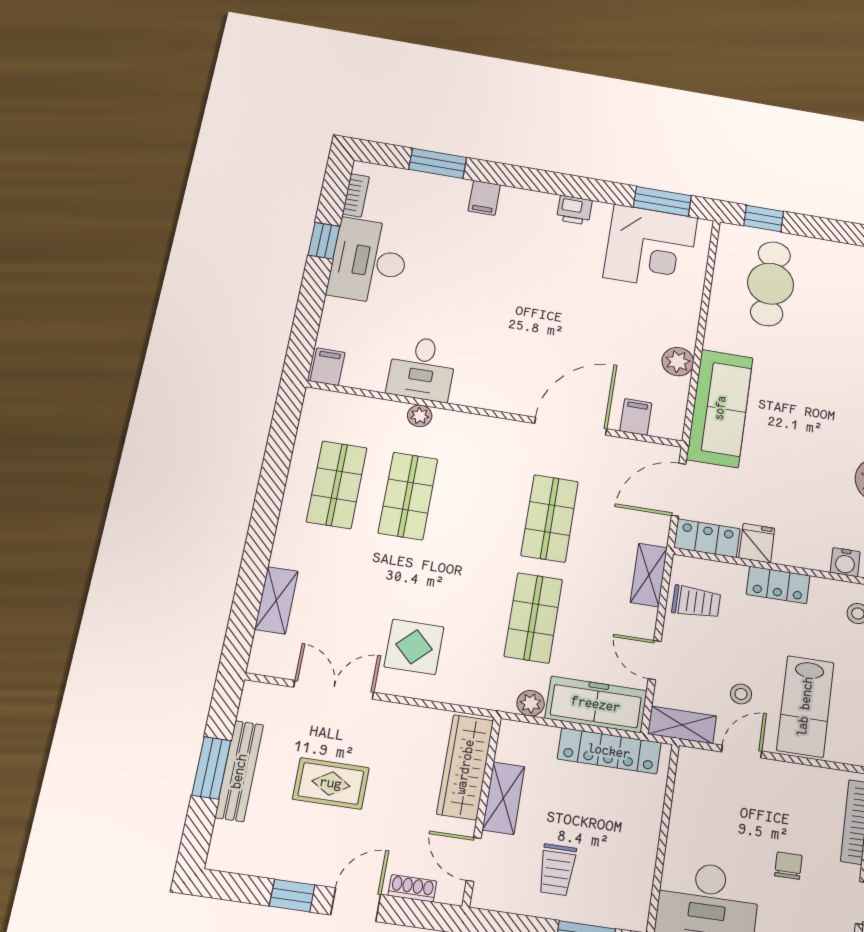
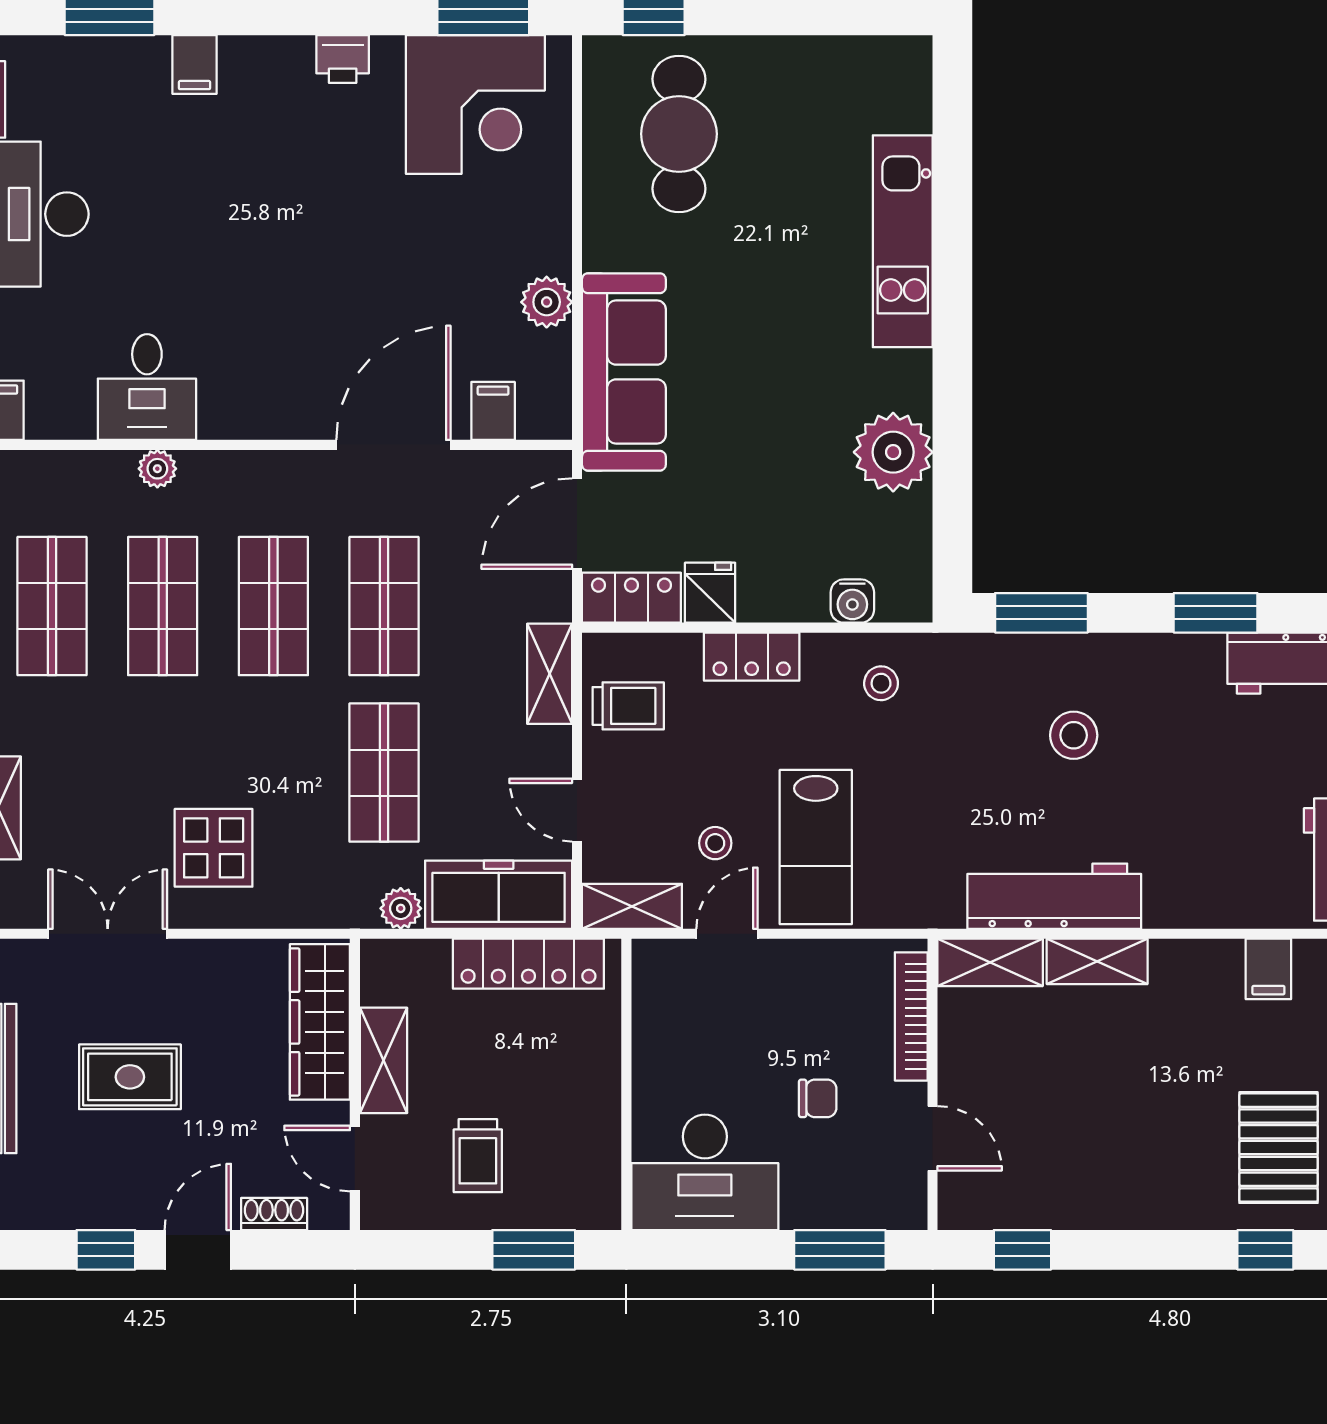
shop shelf: (479, 507) -> (273, 606), added
chair: (788, 866) -> (818, 1098), turned 90

